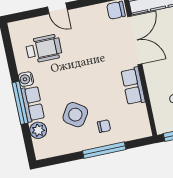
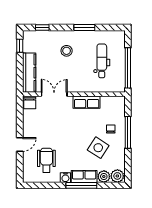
double door: (135, 40) -> (54, 94), width x0.73
plant: (43, 148) -> (117, 176), added

